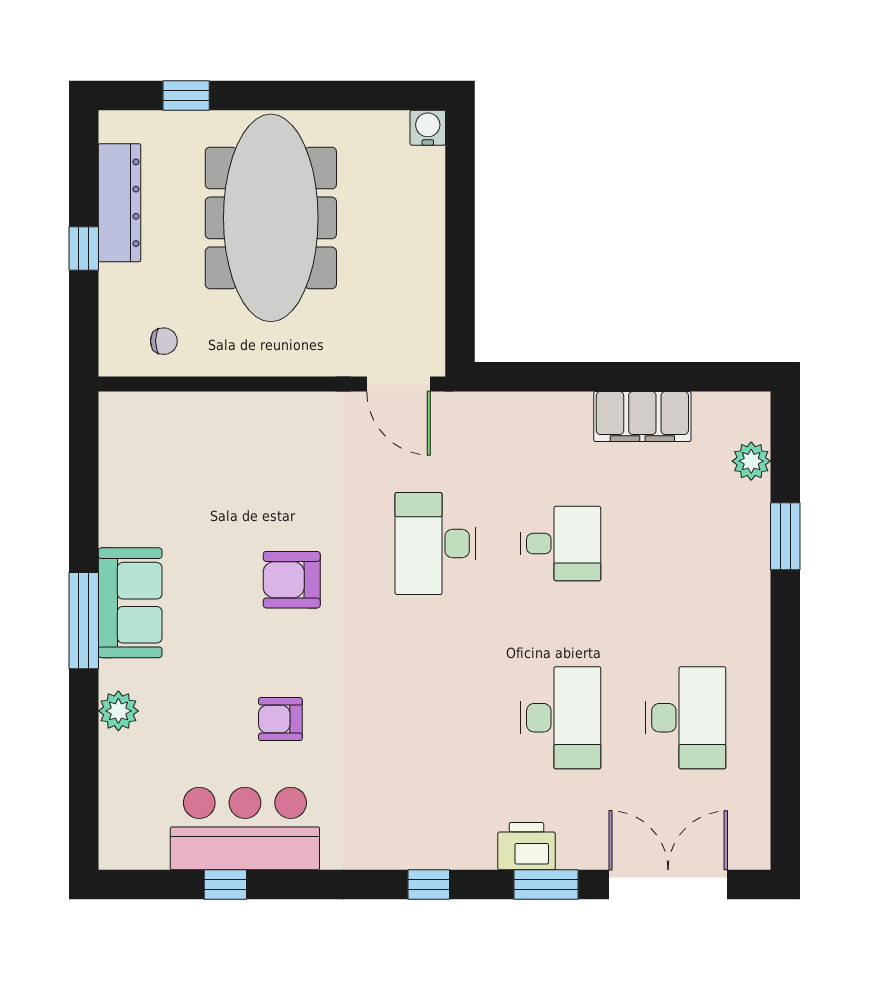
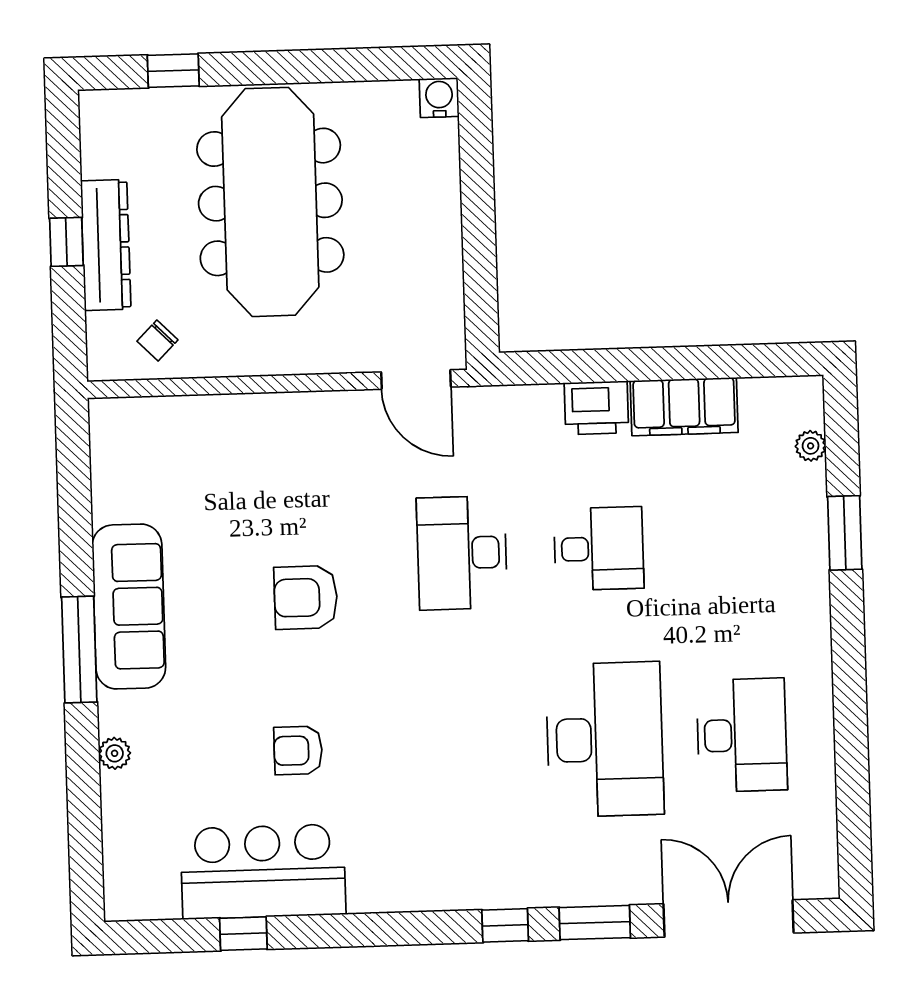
dresser: (119, 203) -> (106, 245), moved
chair: (164, 341) -> (157, 341), turned 135
plant: (751, 461) -> (811, 446), width x0.73, depth x0.73
sofa: (130, 603) -> (129, 607), width x1.36
plant: (118, 711) -> (115, 753), width x0.73, depth x0.73
desk: (560, 718) -> (605, 739), width x1.36, depth x1.30
printer: (527, 846) -> (596, 408), moved, turned 180
window: (429, 885) -> (505, 925), moved

